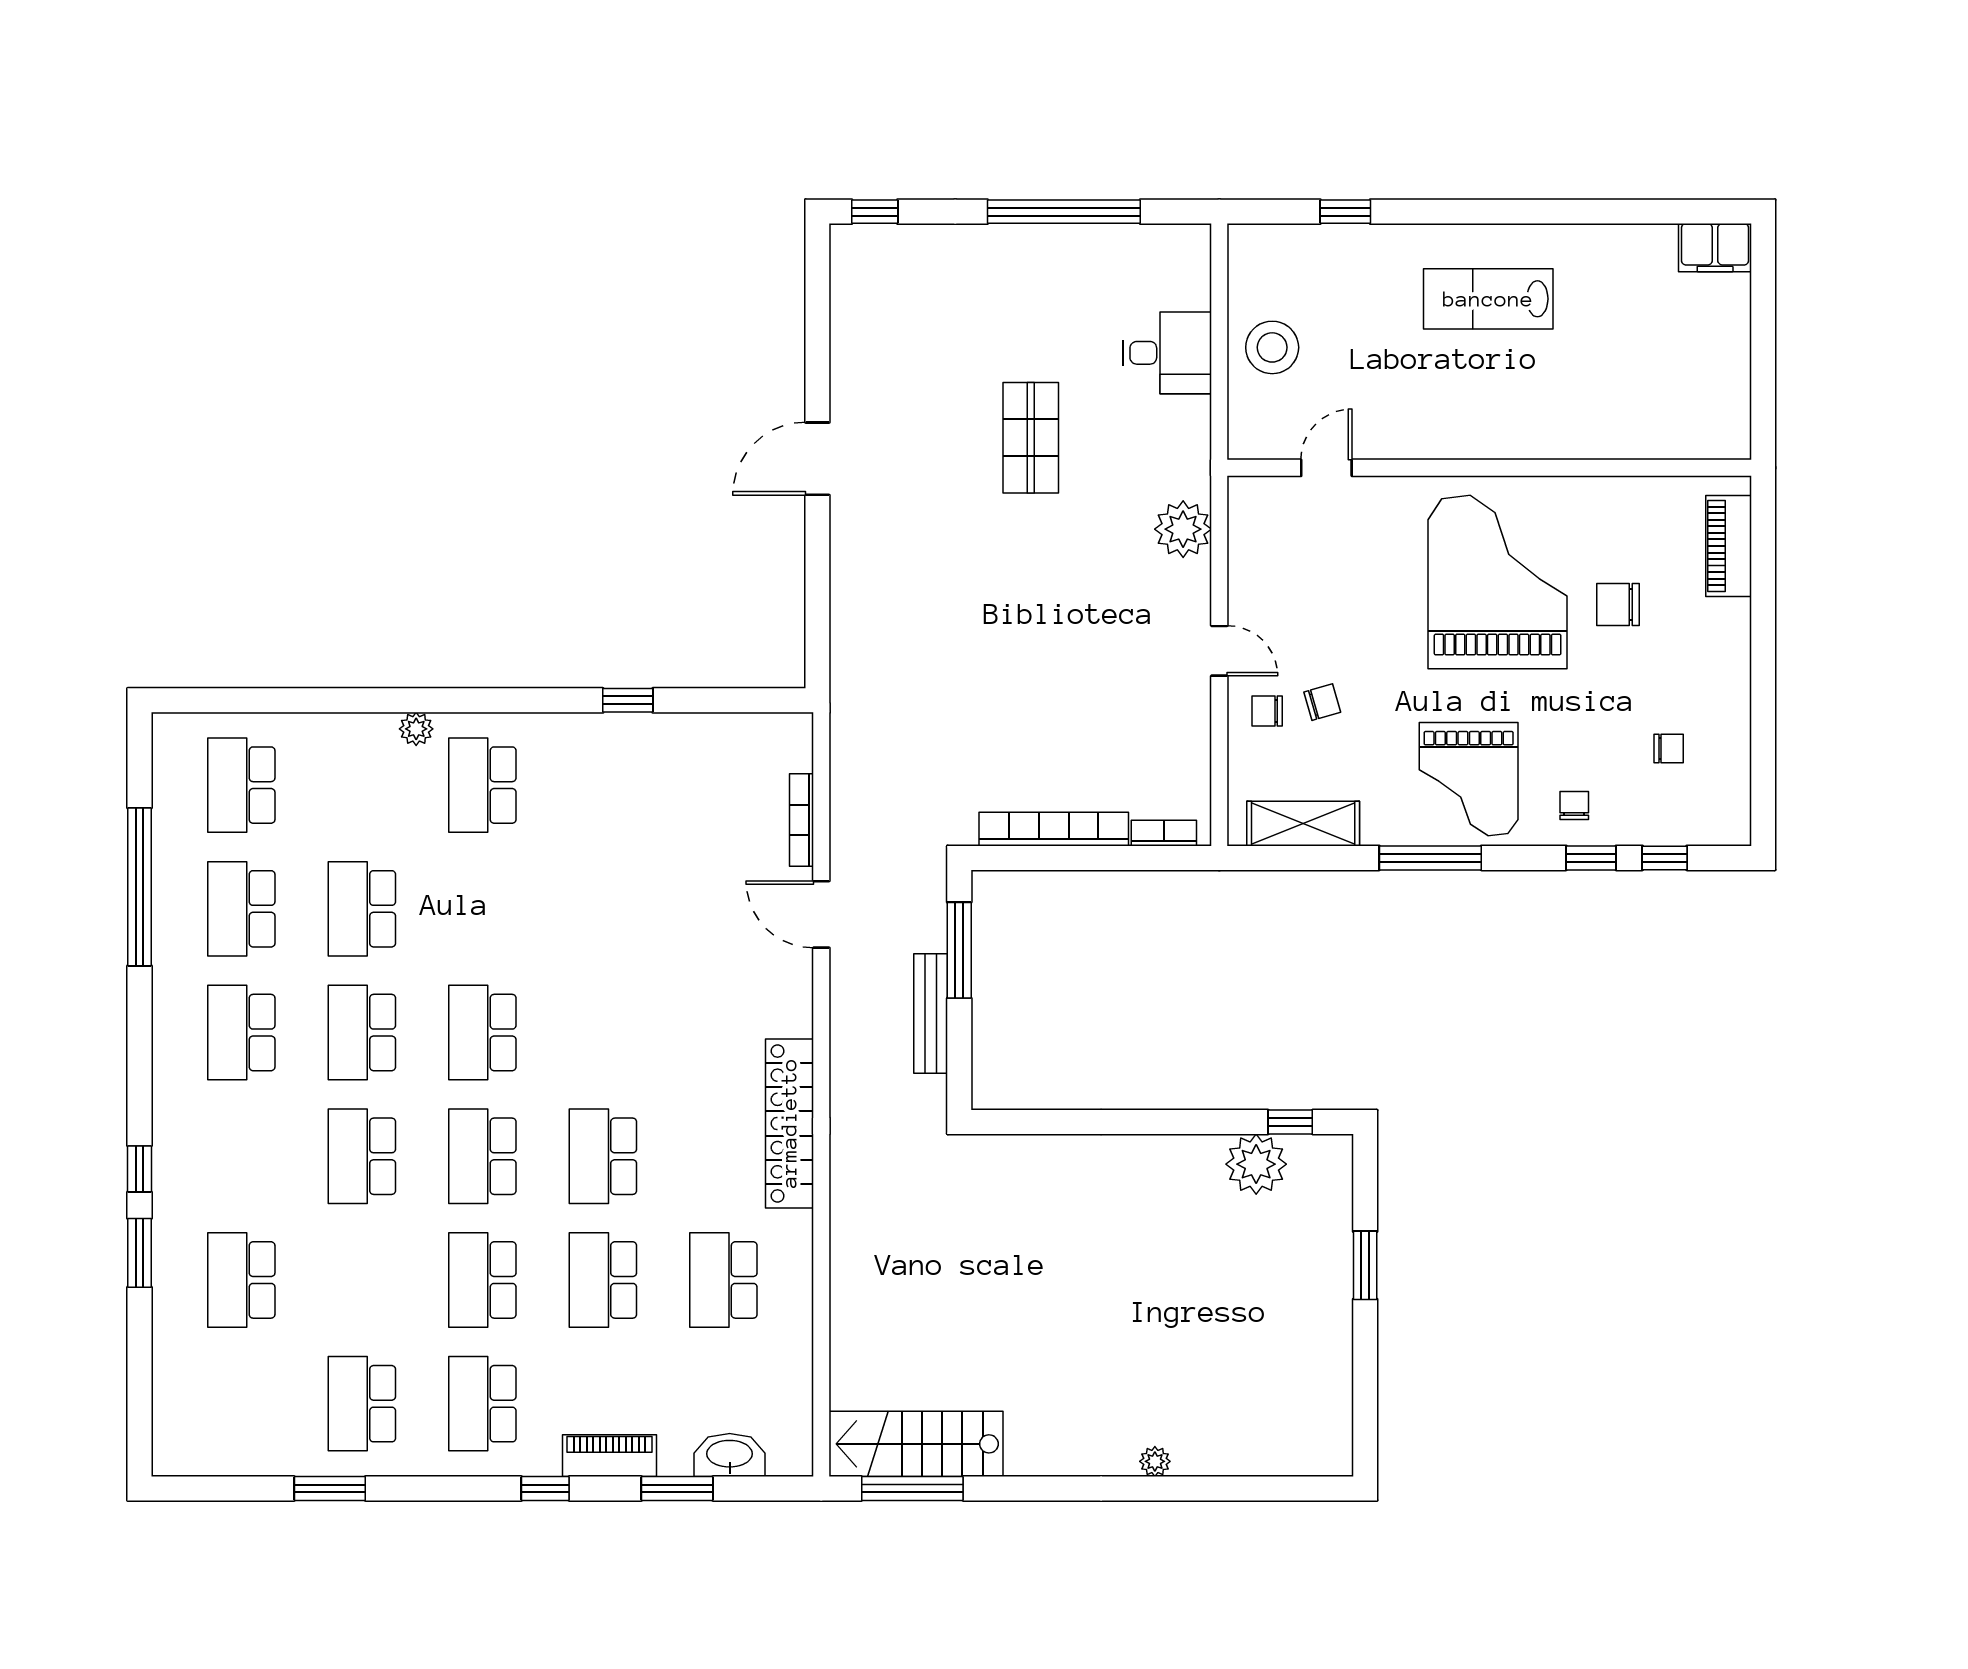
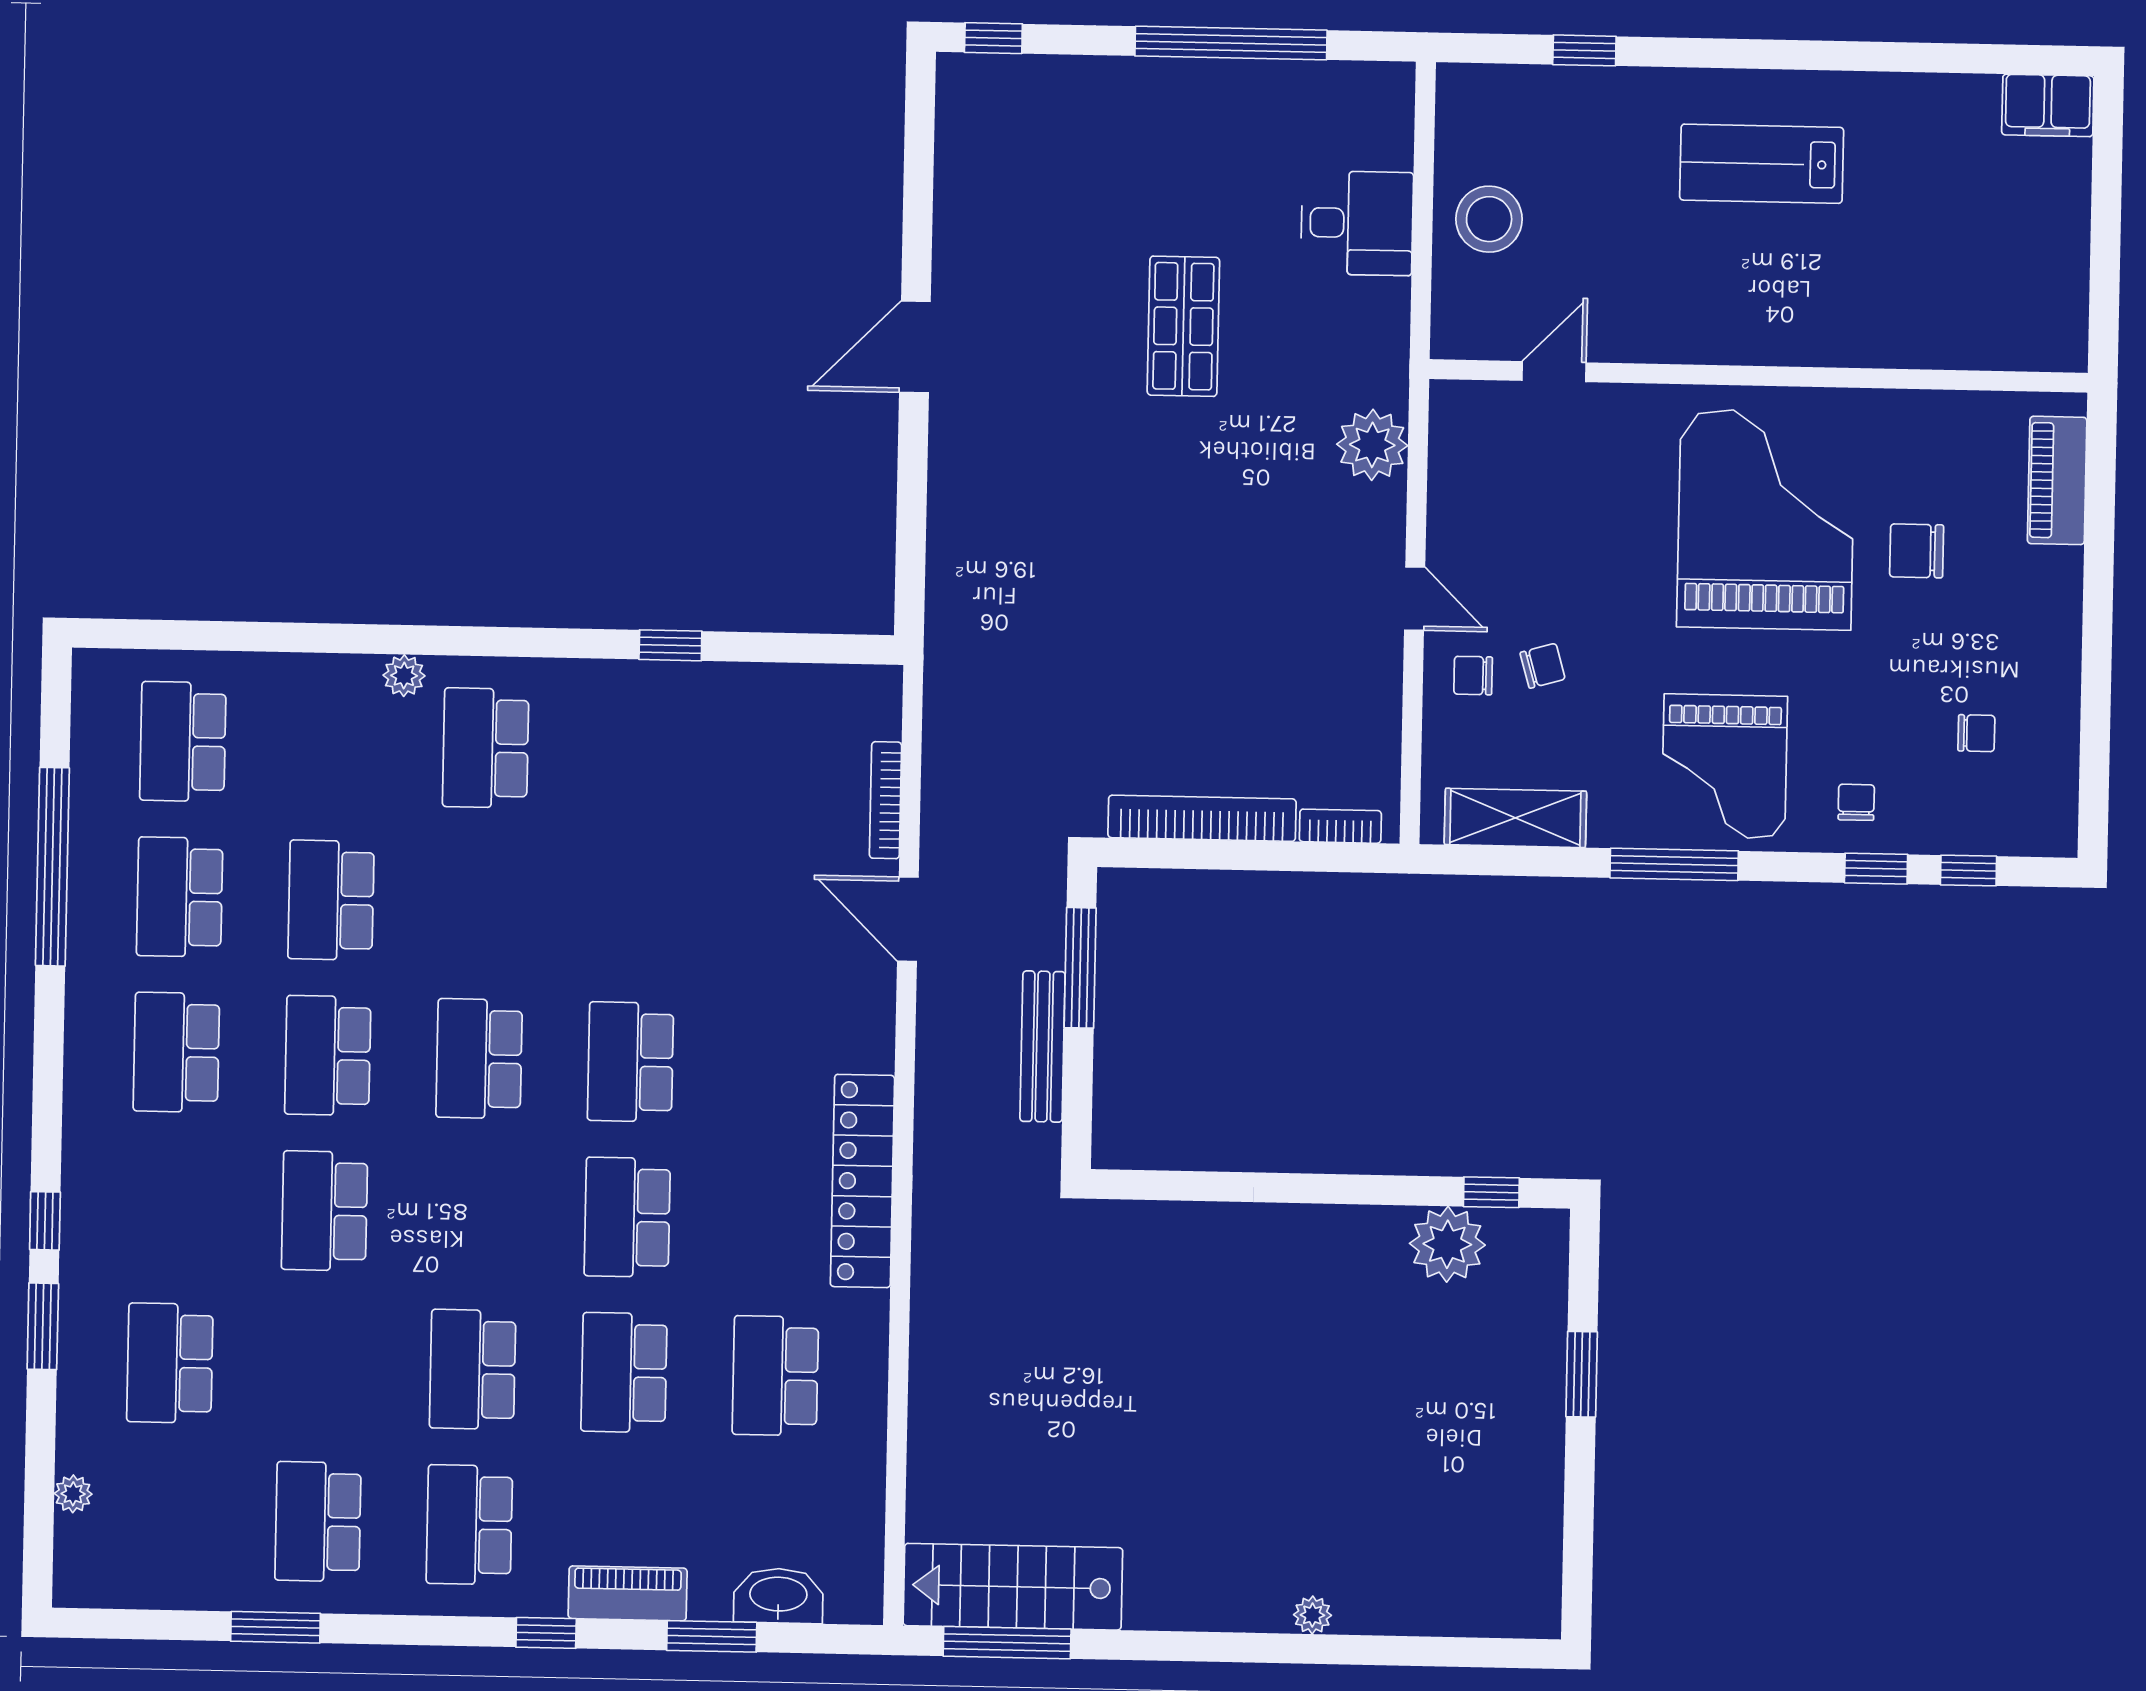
school desk: (482, 1156) -> (630, 1062), moved
plant: (166, 1386) -> (73, 1494), added

